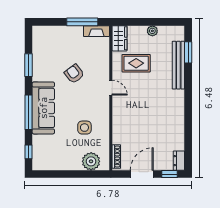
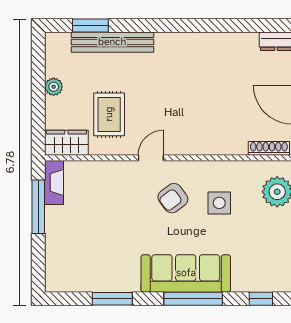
armchair: (74, 74) -> (173, 198), moved

